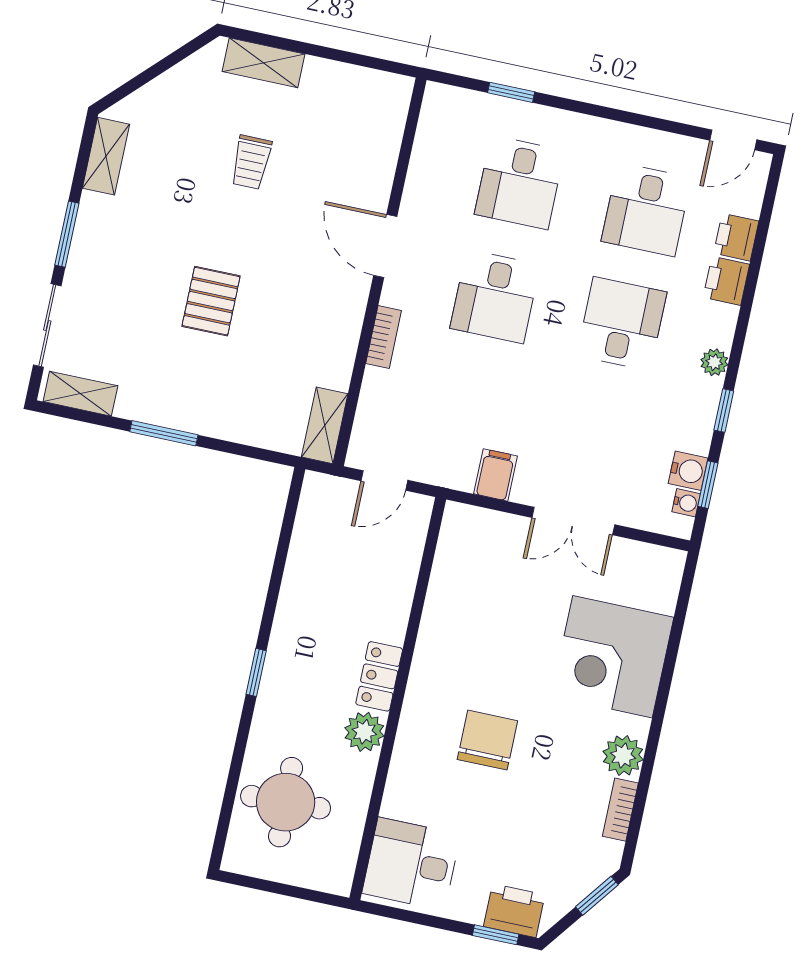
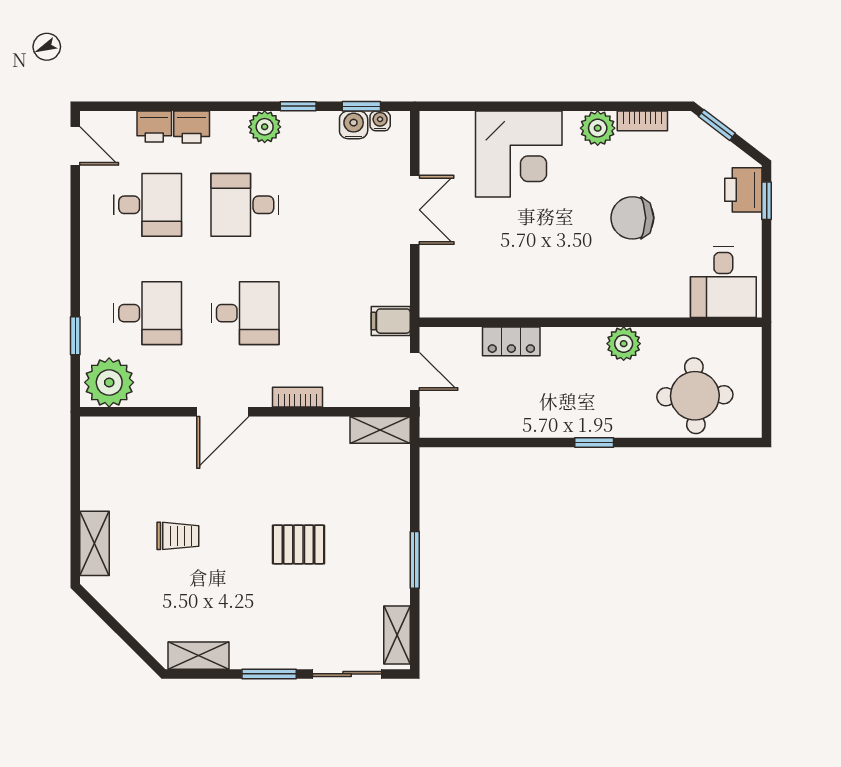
plant: (448, 120) -> (109, 382), added
plant: (714, 362) -> (265, 127), width x1.38, depth x1.38
filing cabinet: (496, 475) -> (391, 321), moved
locker: (379, 676) -> (511, 341), moved
chair: (487, 740) -> (632, 218), moved

